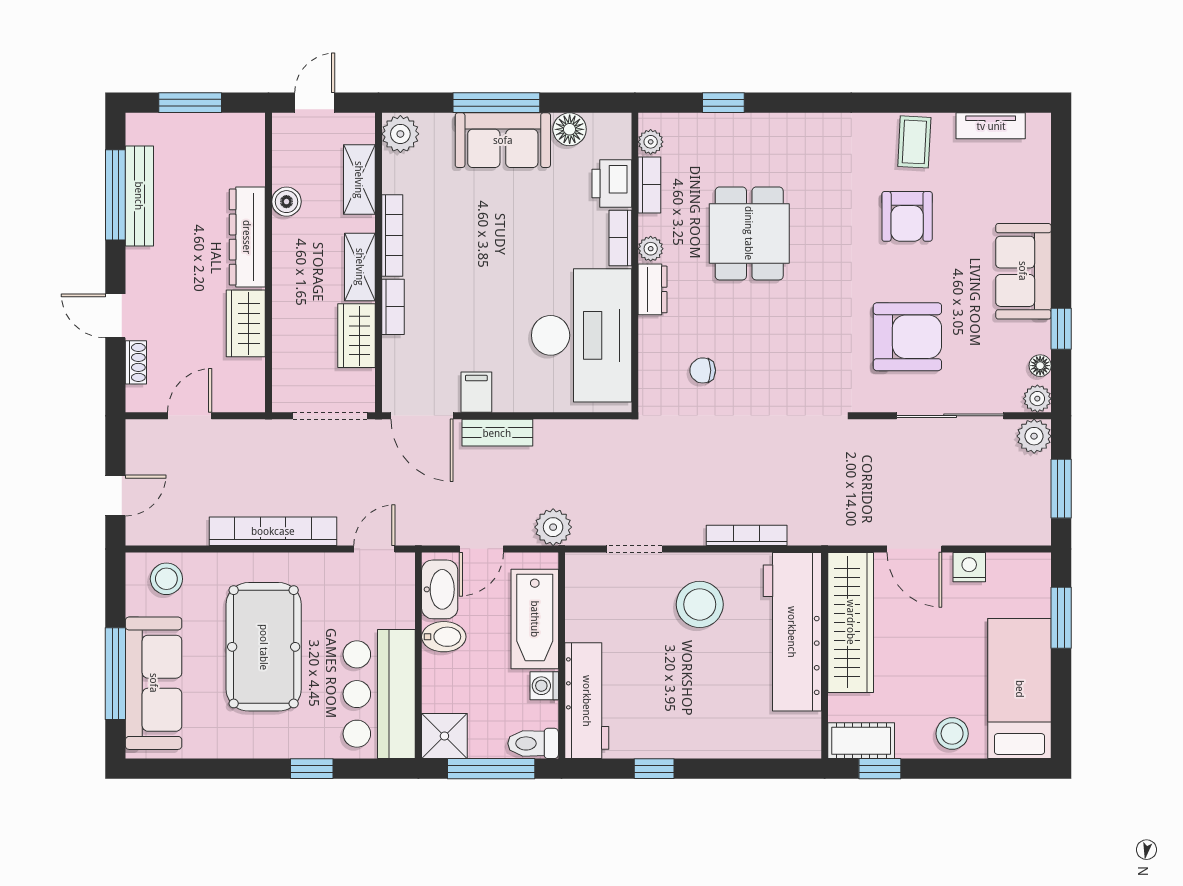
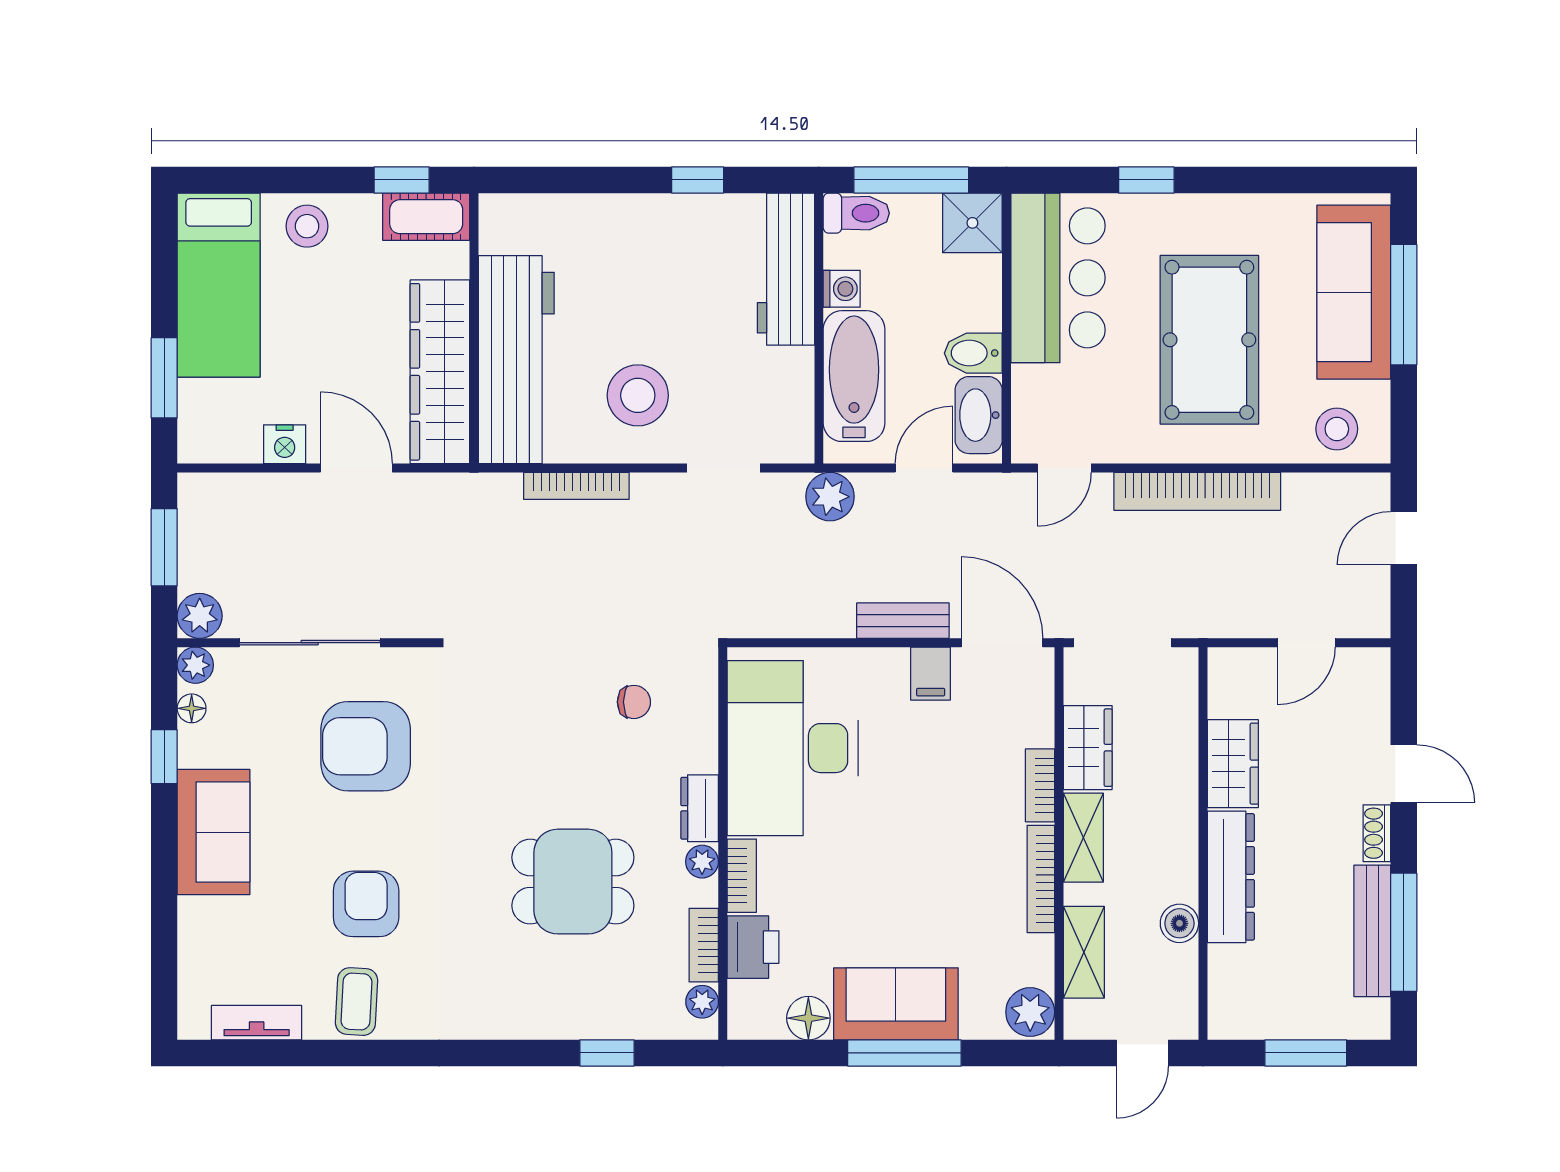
dining table: (749, 233) -> (573, 882), turned 90
shoe rack: (136, 362) -> (1377, 833), moved

